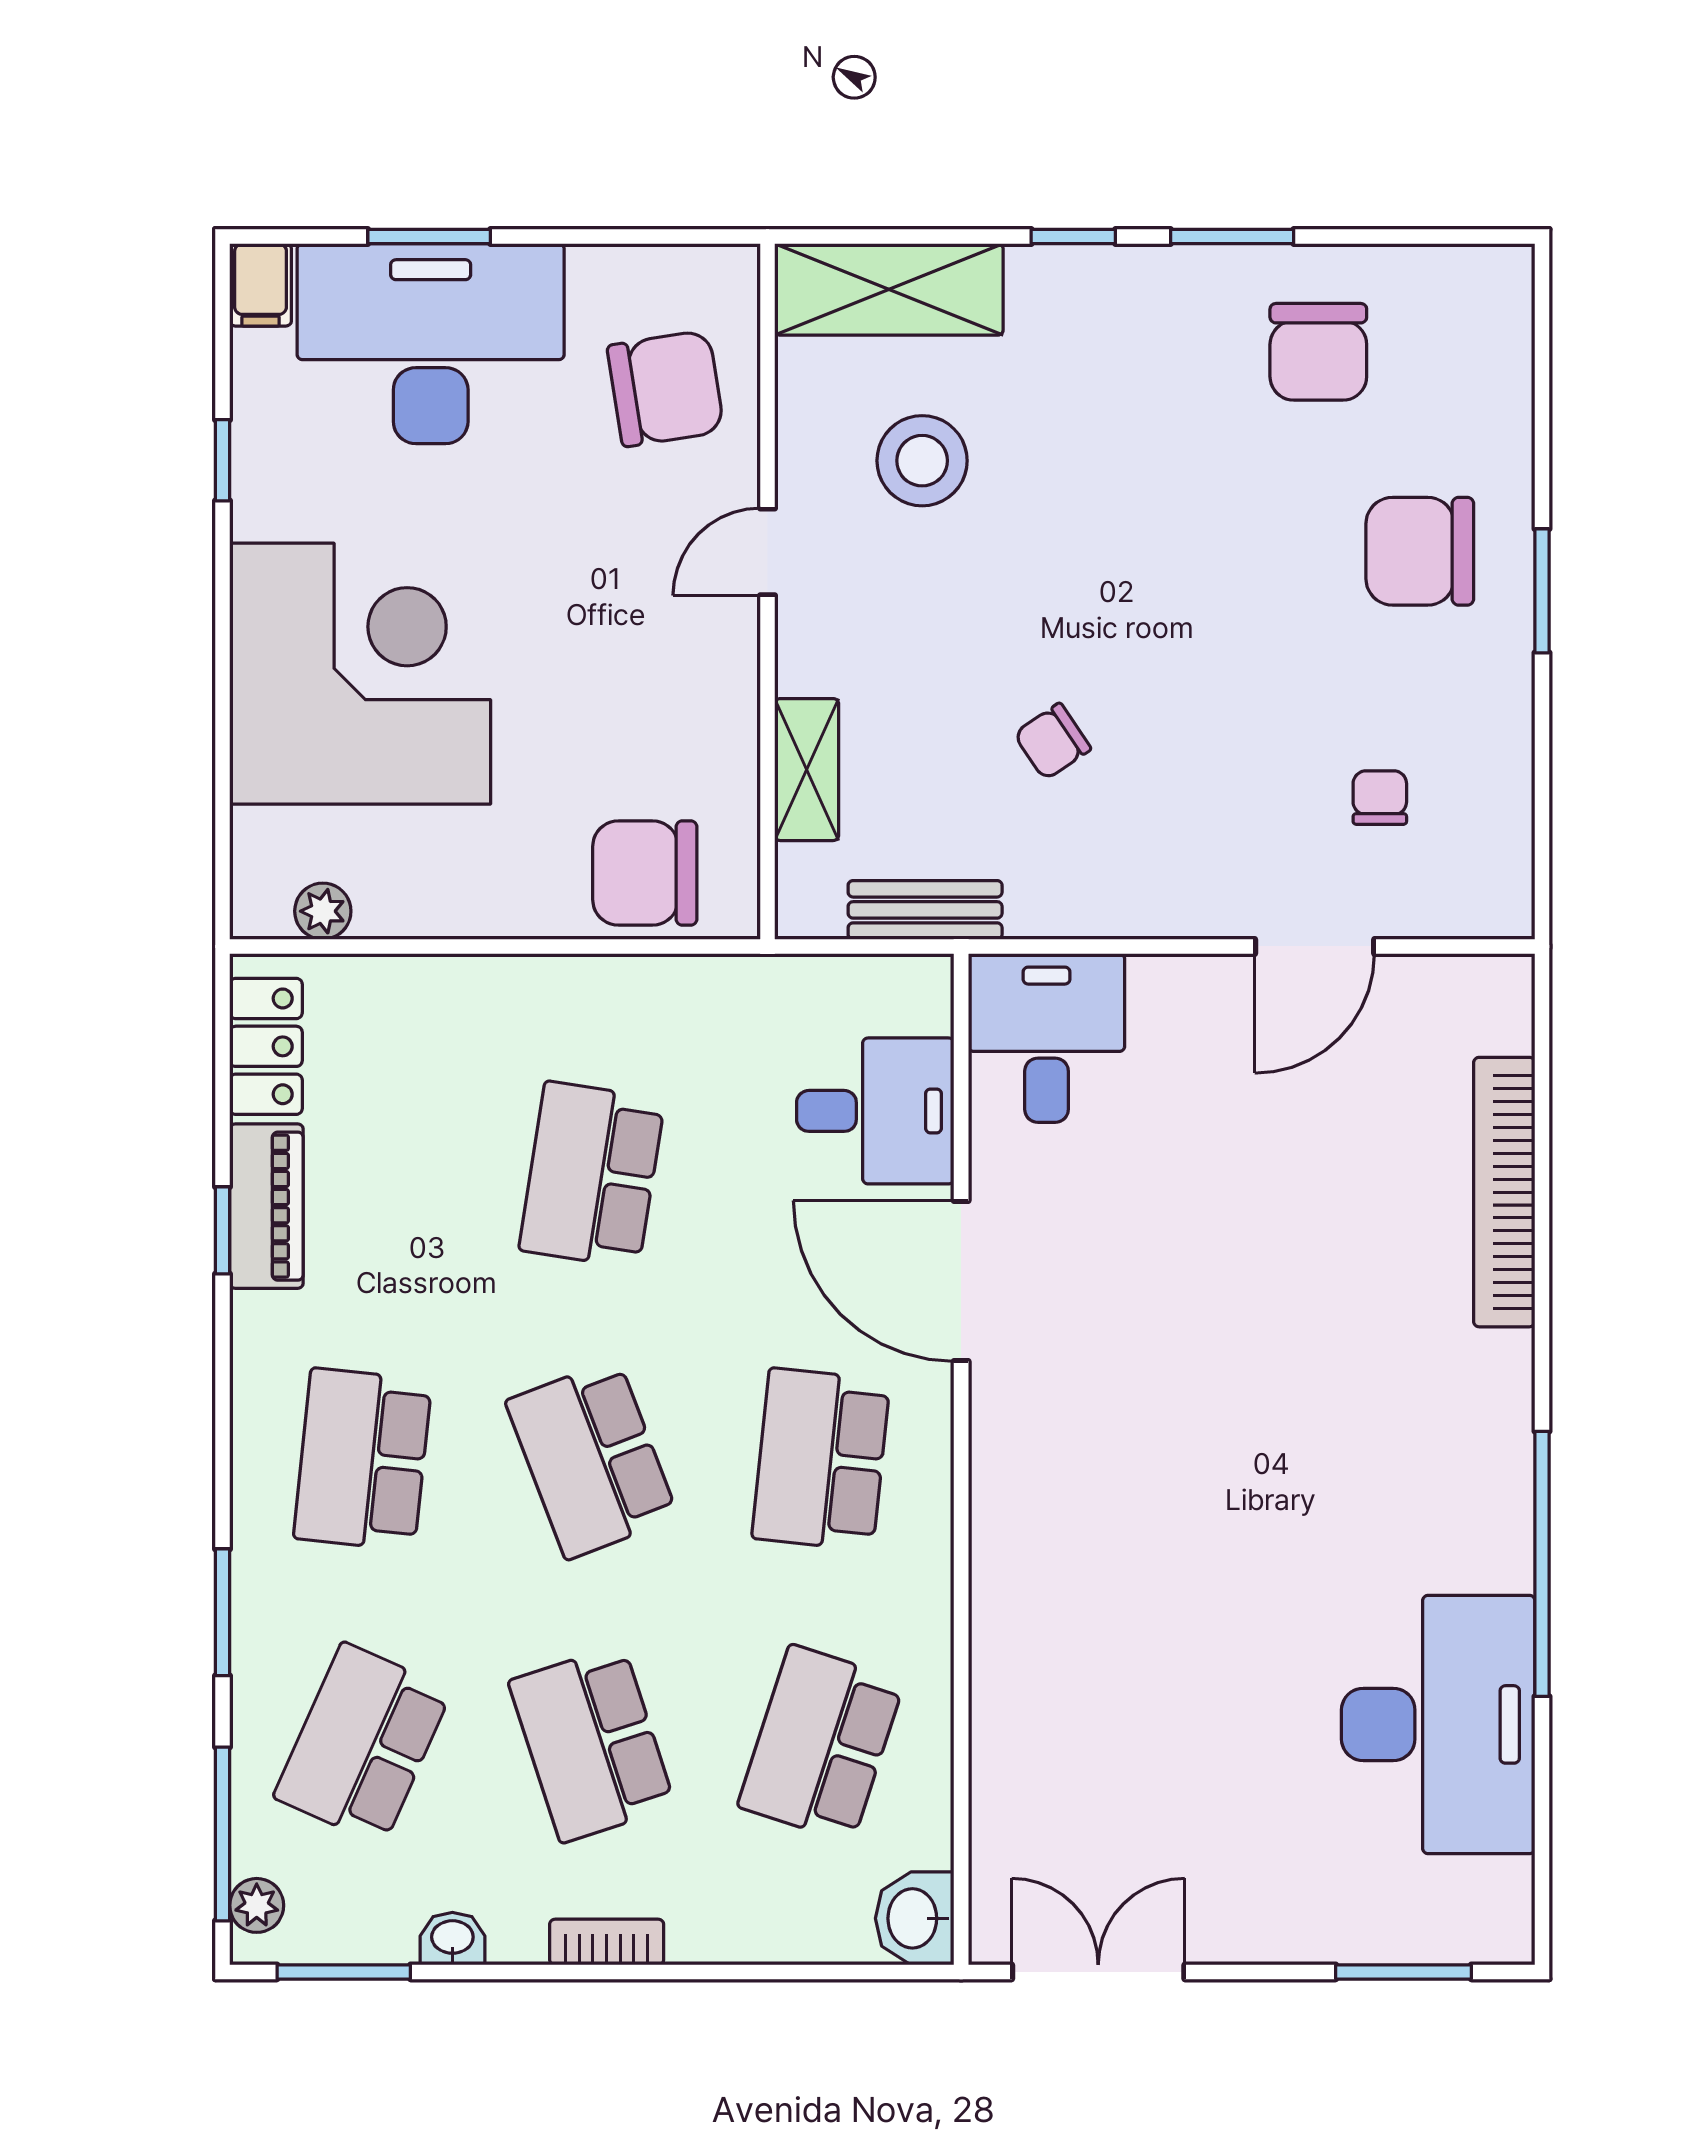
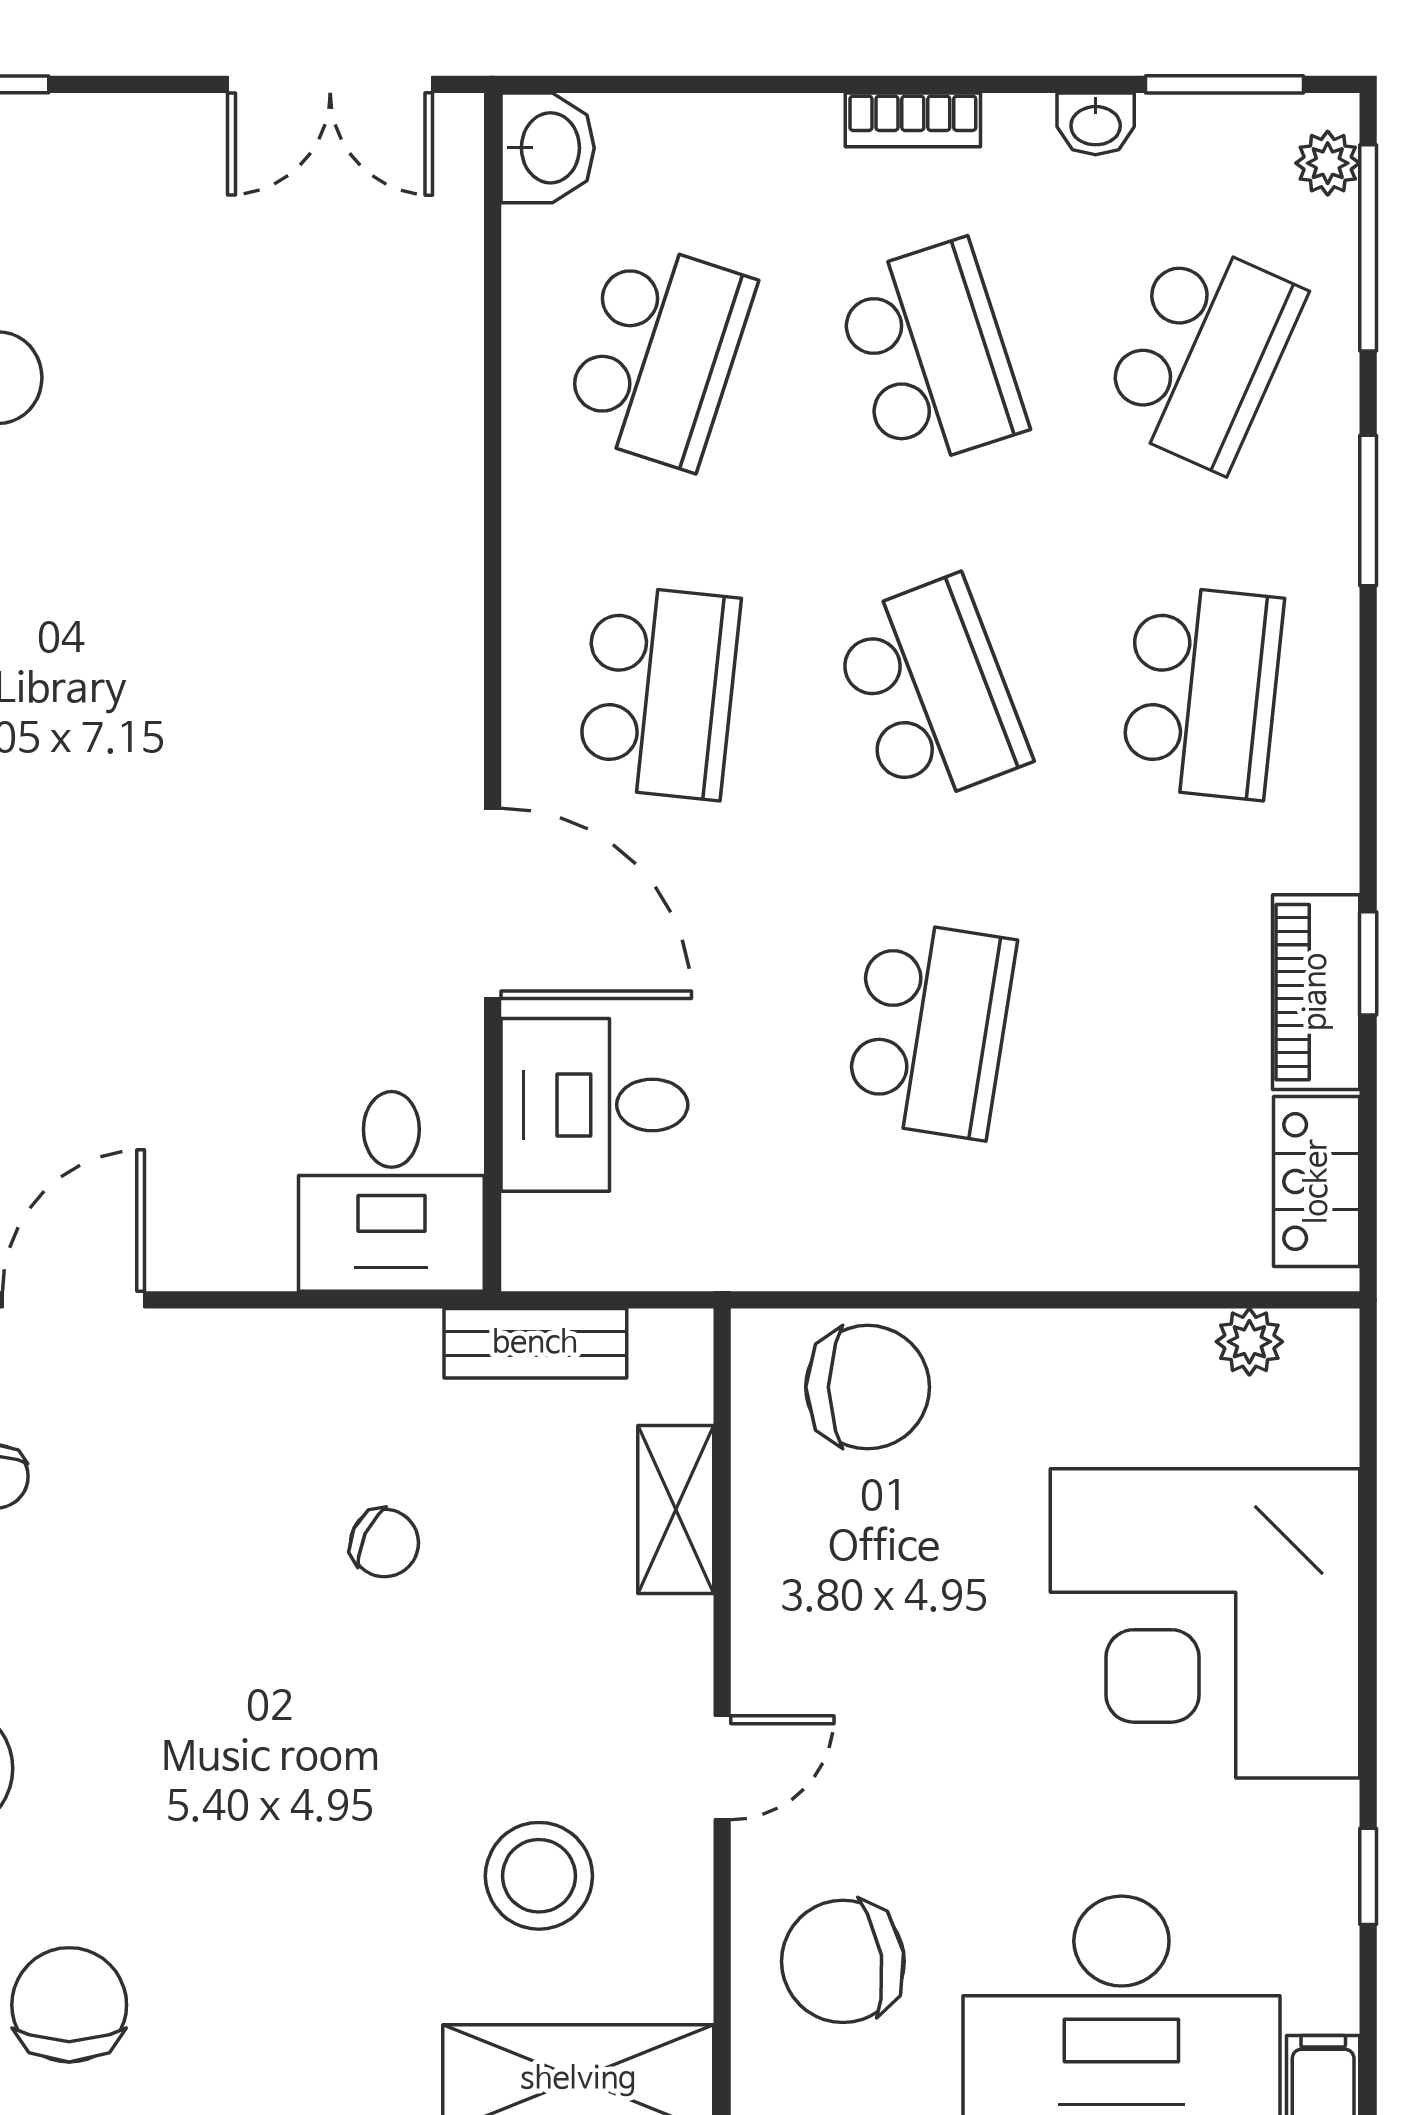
chair: (1052, 741) -> (384, 1543), turned 59

